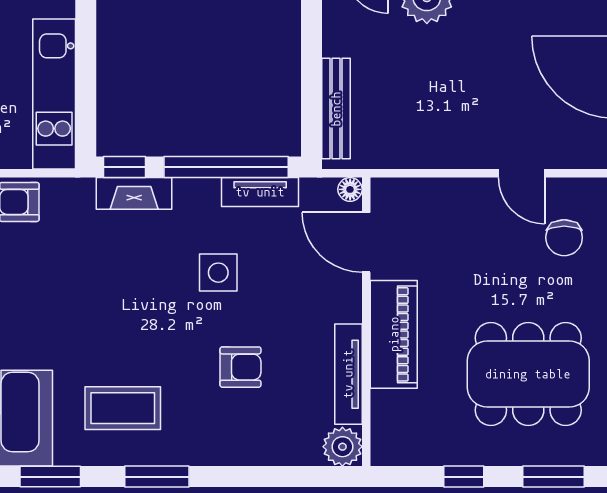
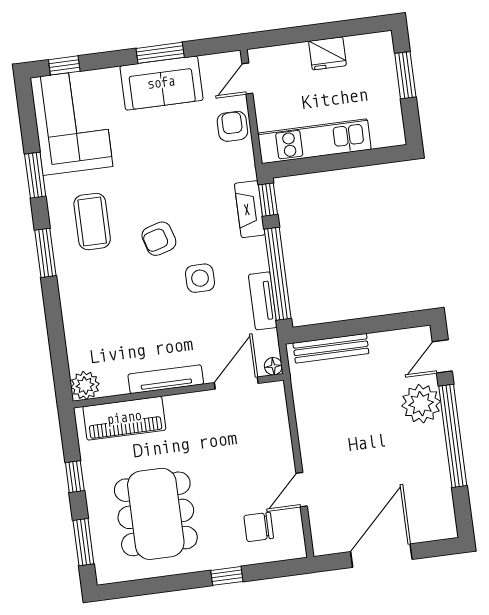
piano: (394, 334) -> (124, 418), moved
armchair: (240, 367) -> (159, 239), moved, turned 74
tv unit: (348, 374) -> (166, 379), moved

